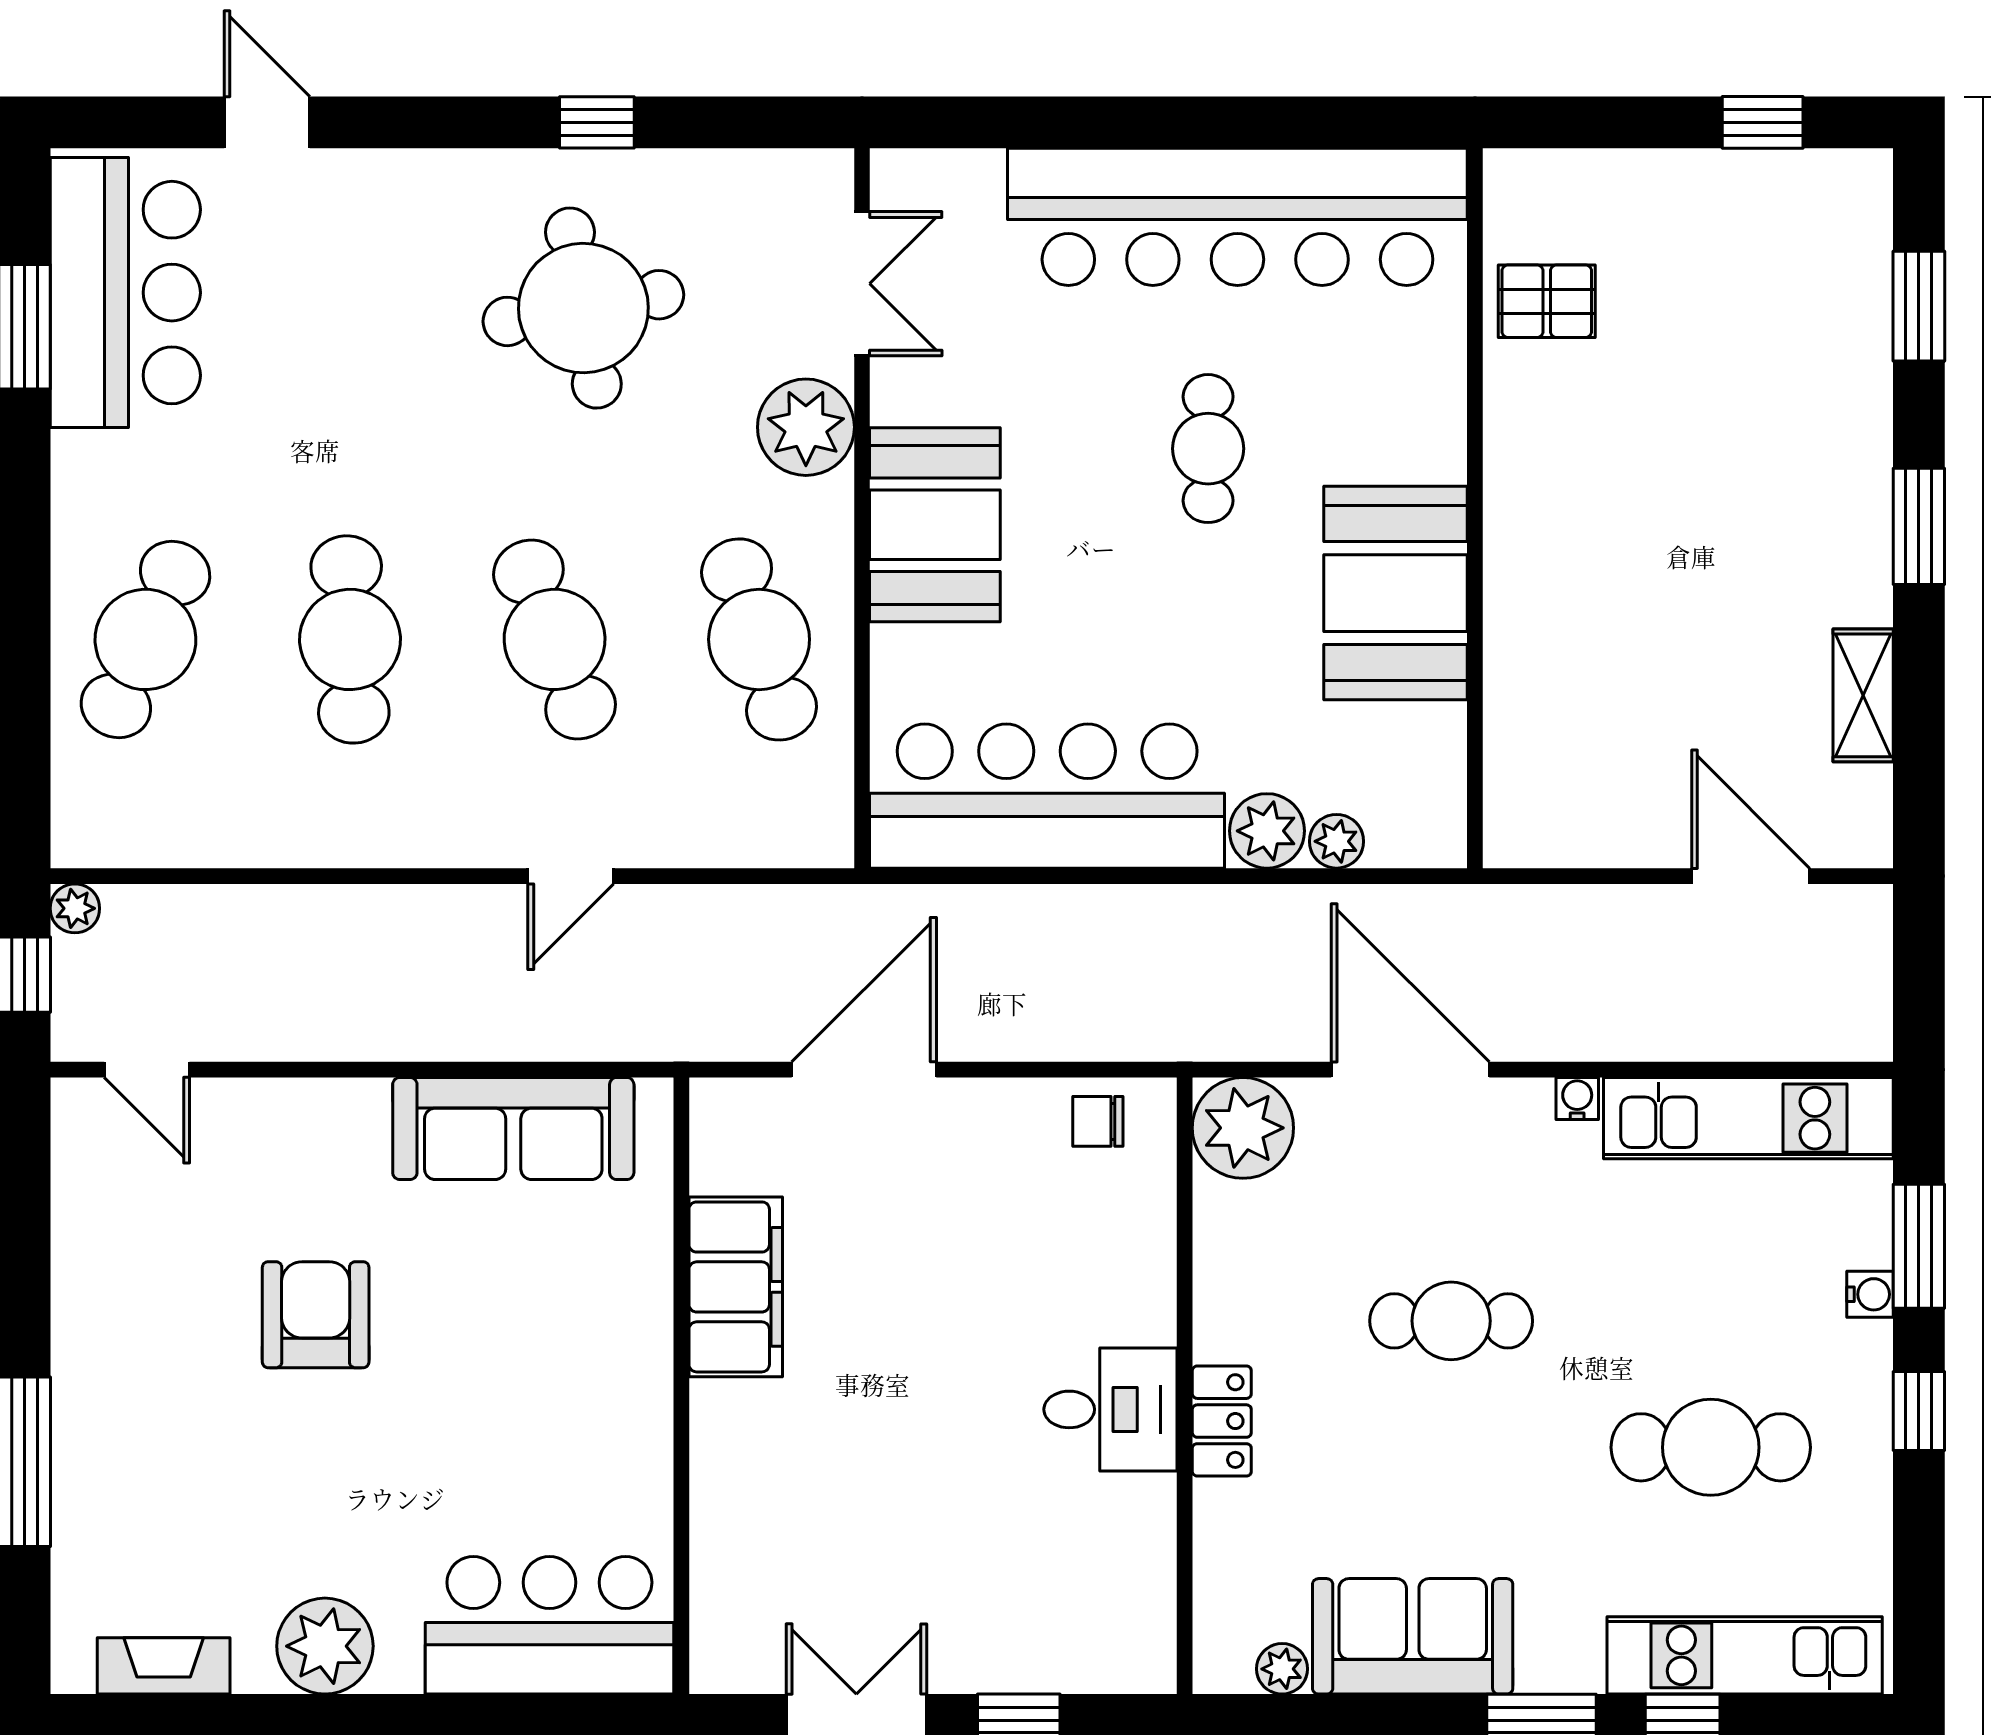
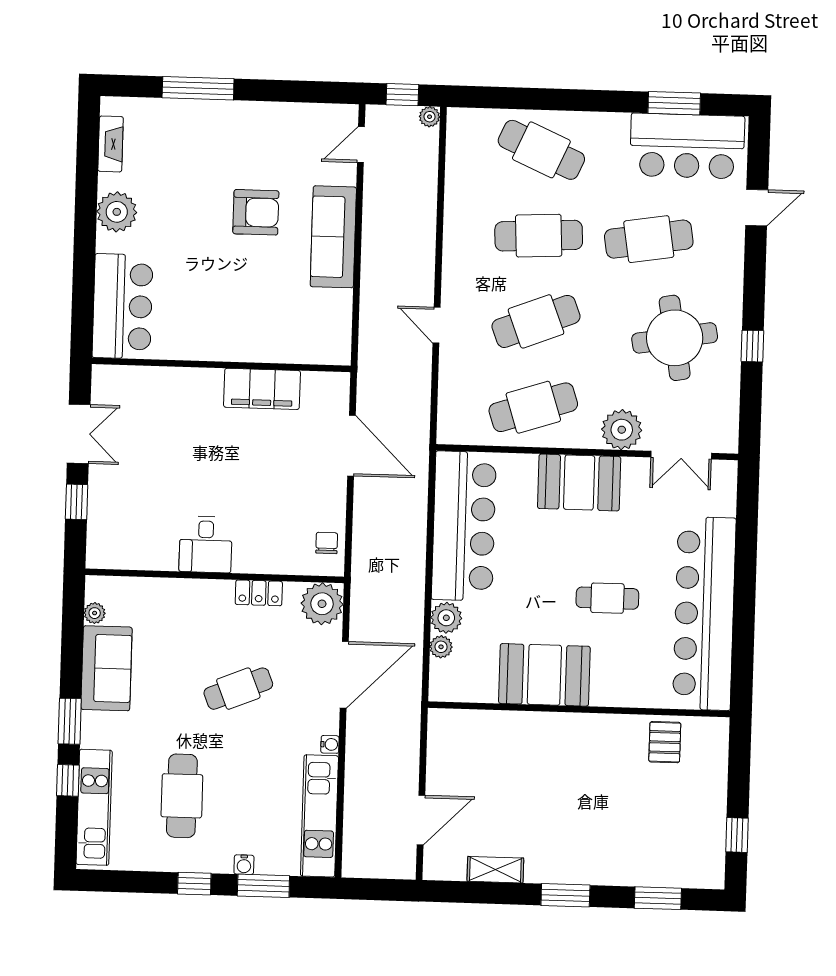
cafe table: (350, 377) -> (649, 239), added
sofa: (513, 1129) -> (333, 237), moved
cafe table: (1451, 1321) -> (238, 689), turned 68
locker: (1222, 1421) -> (259, 593), moved

